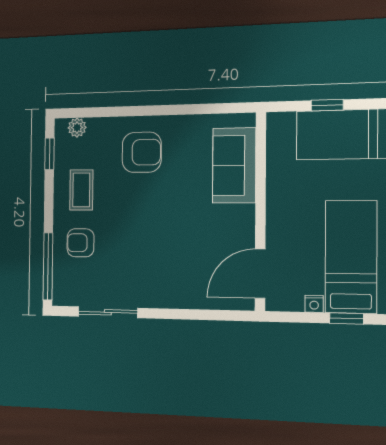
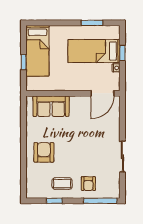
plant: (77, 128) -> (31, 186), removed
window: (50, 154) -> (54, 201), moved
door: (260, 274) -> (102, 93), hinge flipped
sliding door: (108, 312) -> (122, 157), moved

